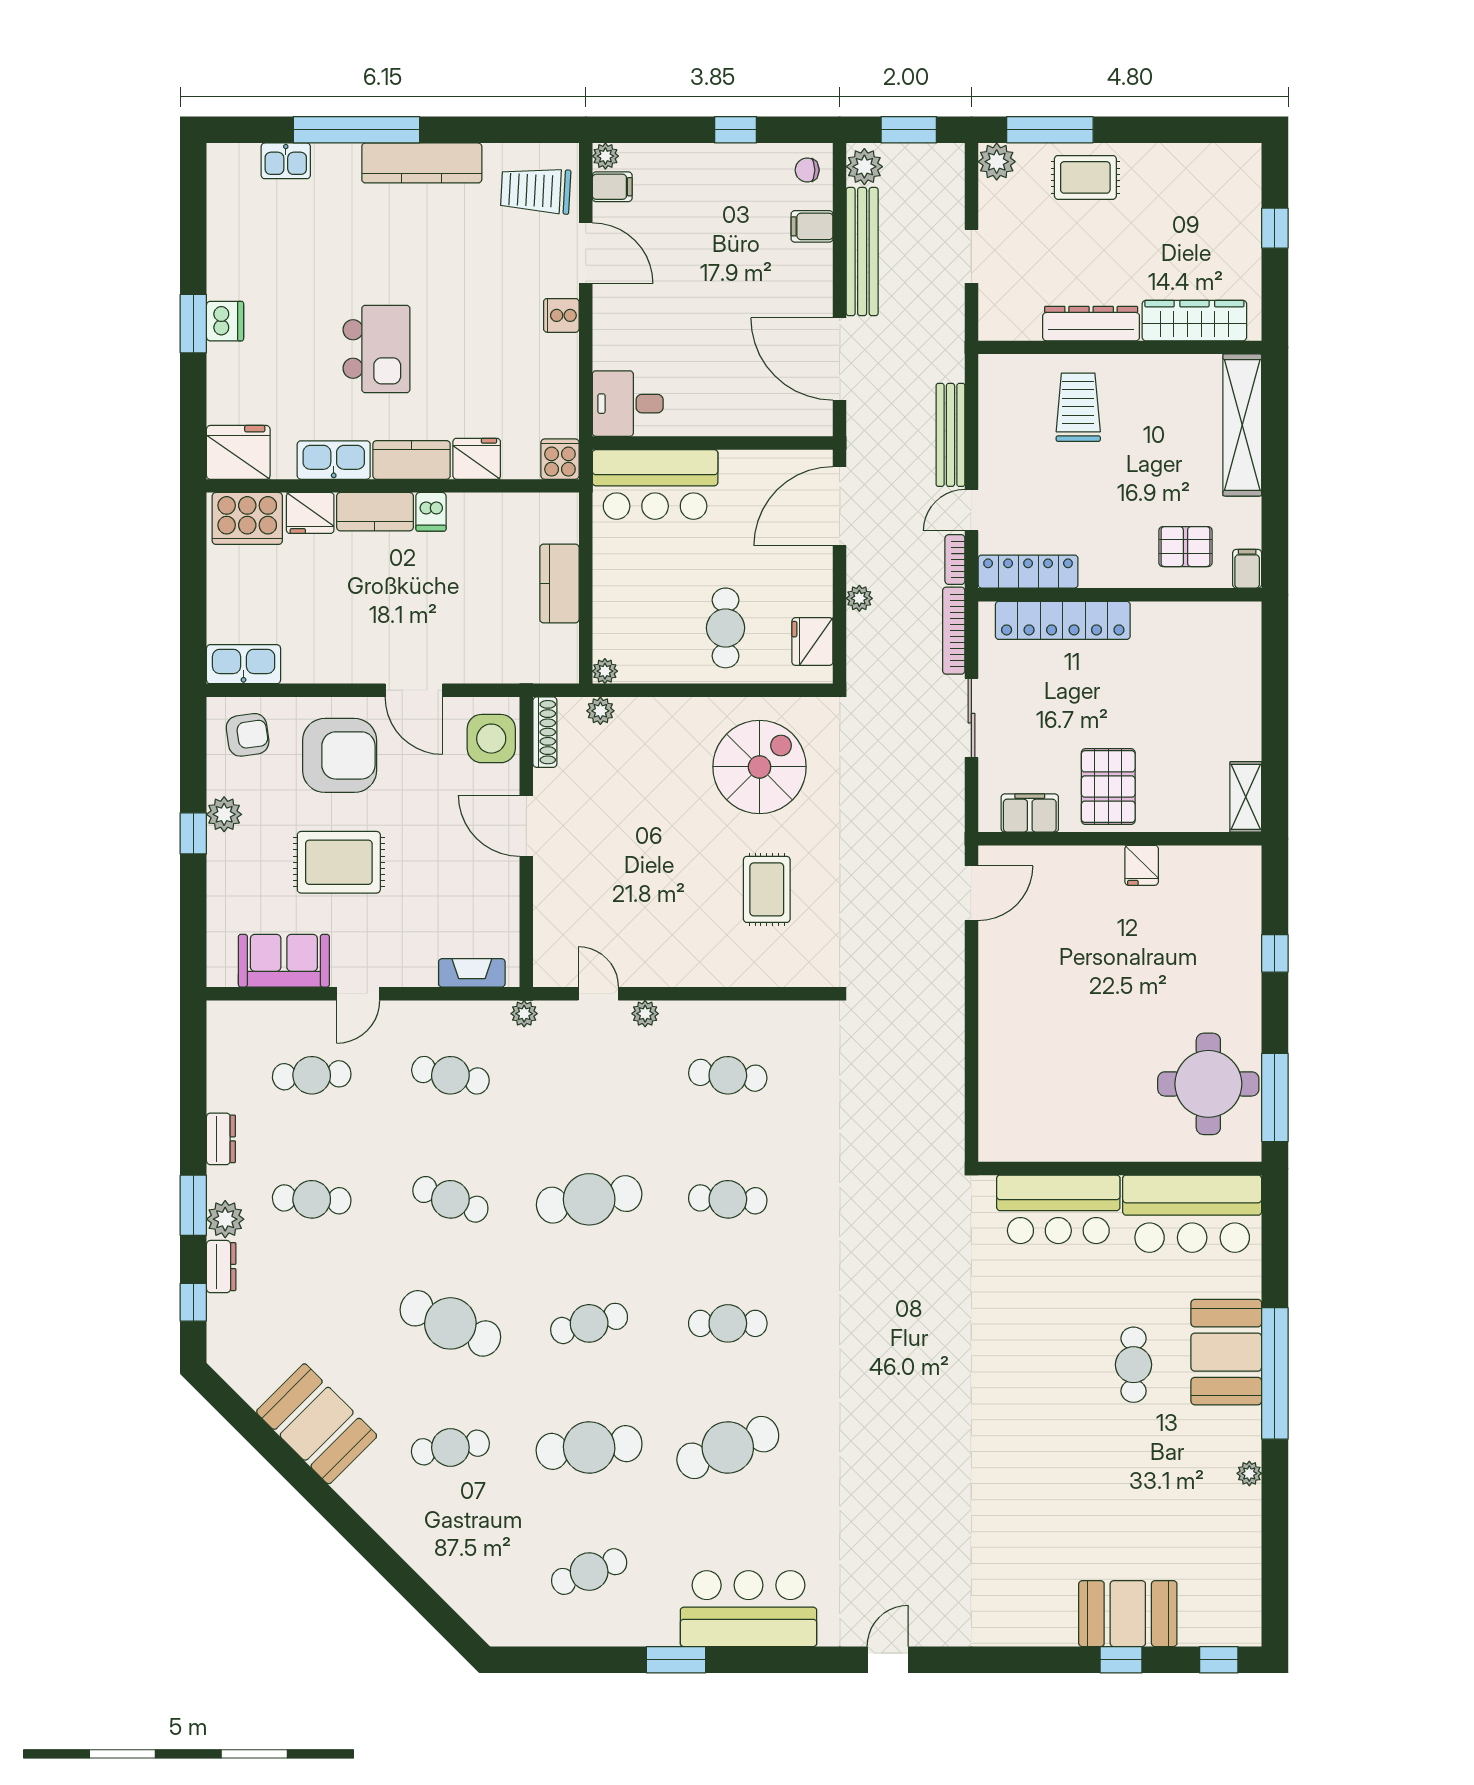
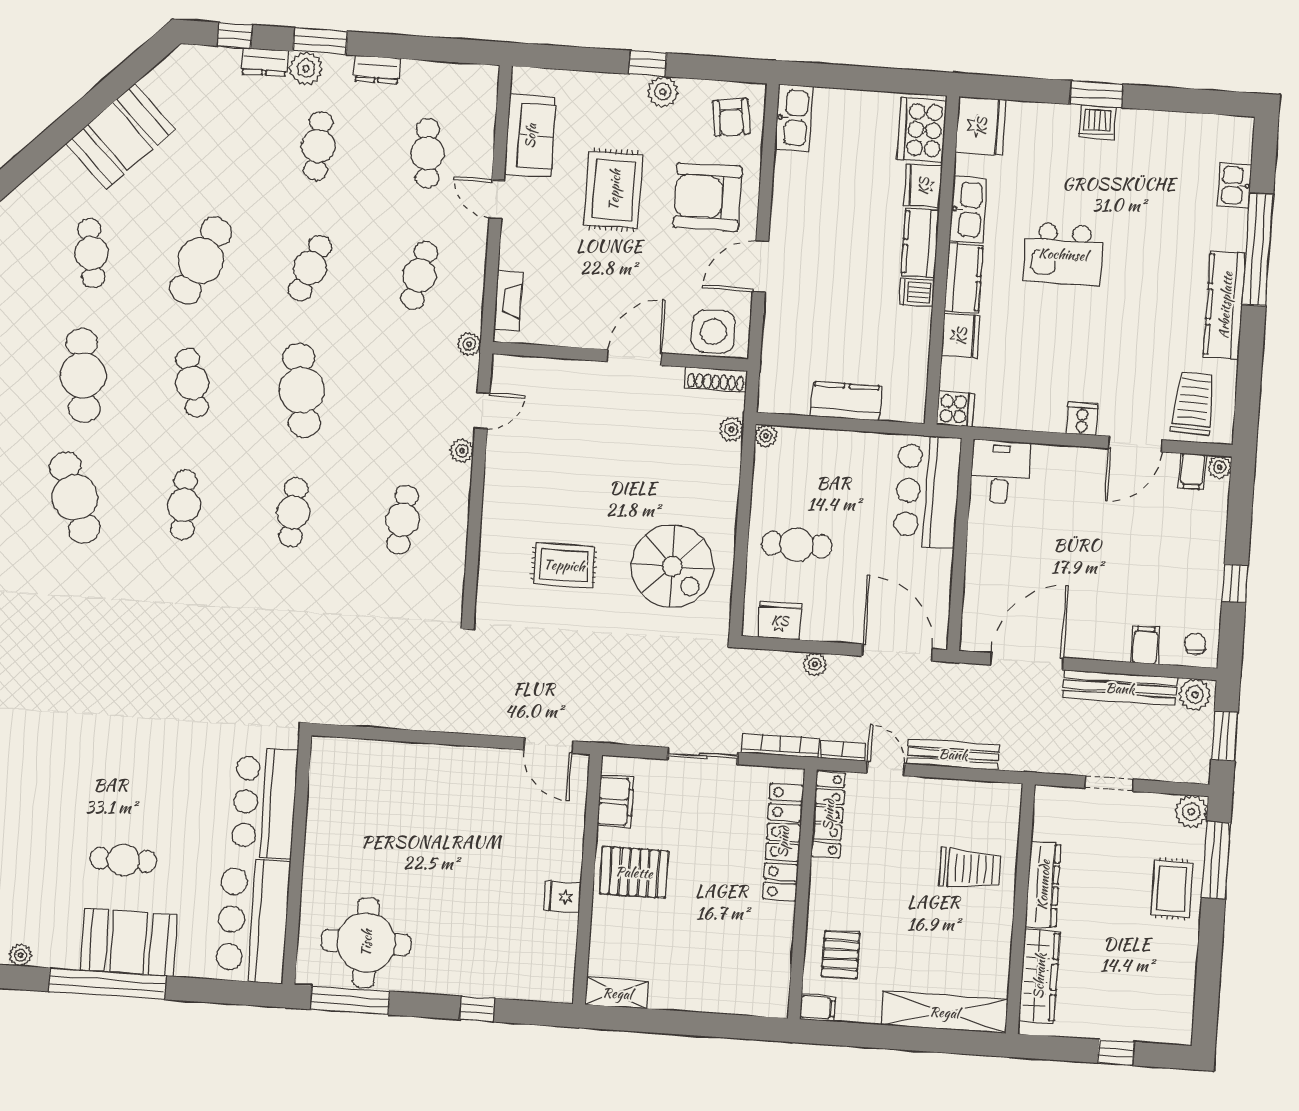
armchair: (340, 755) -> (708, 197), turned 90

